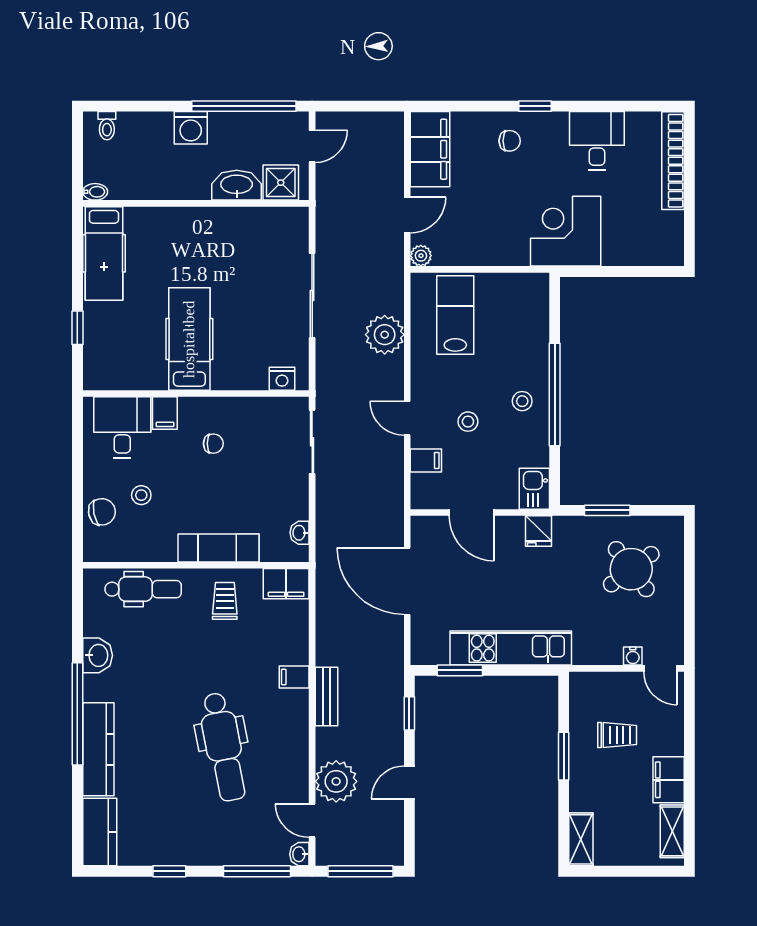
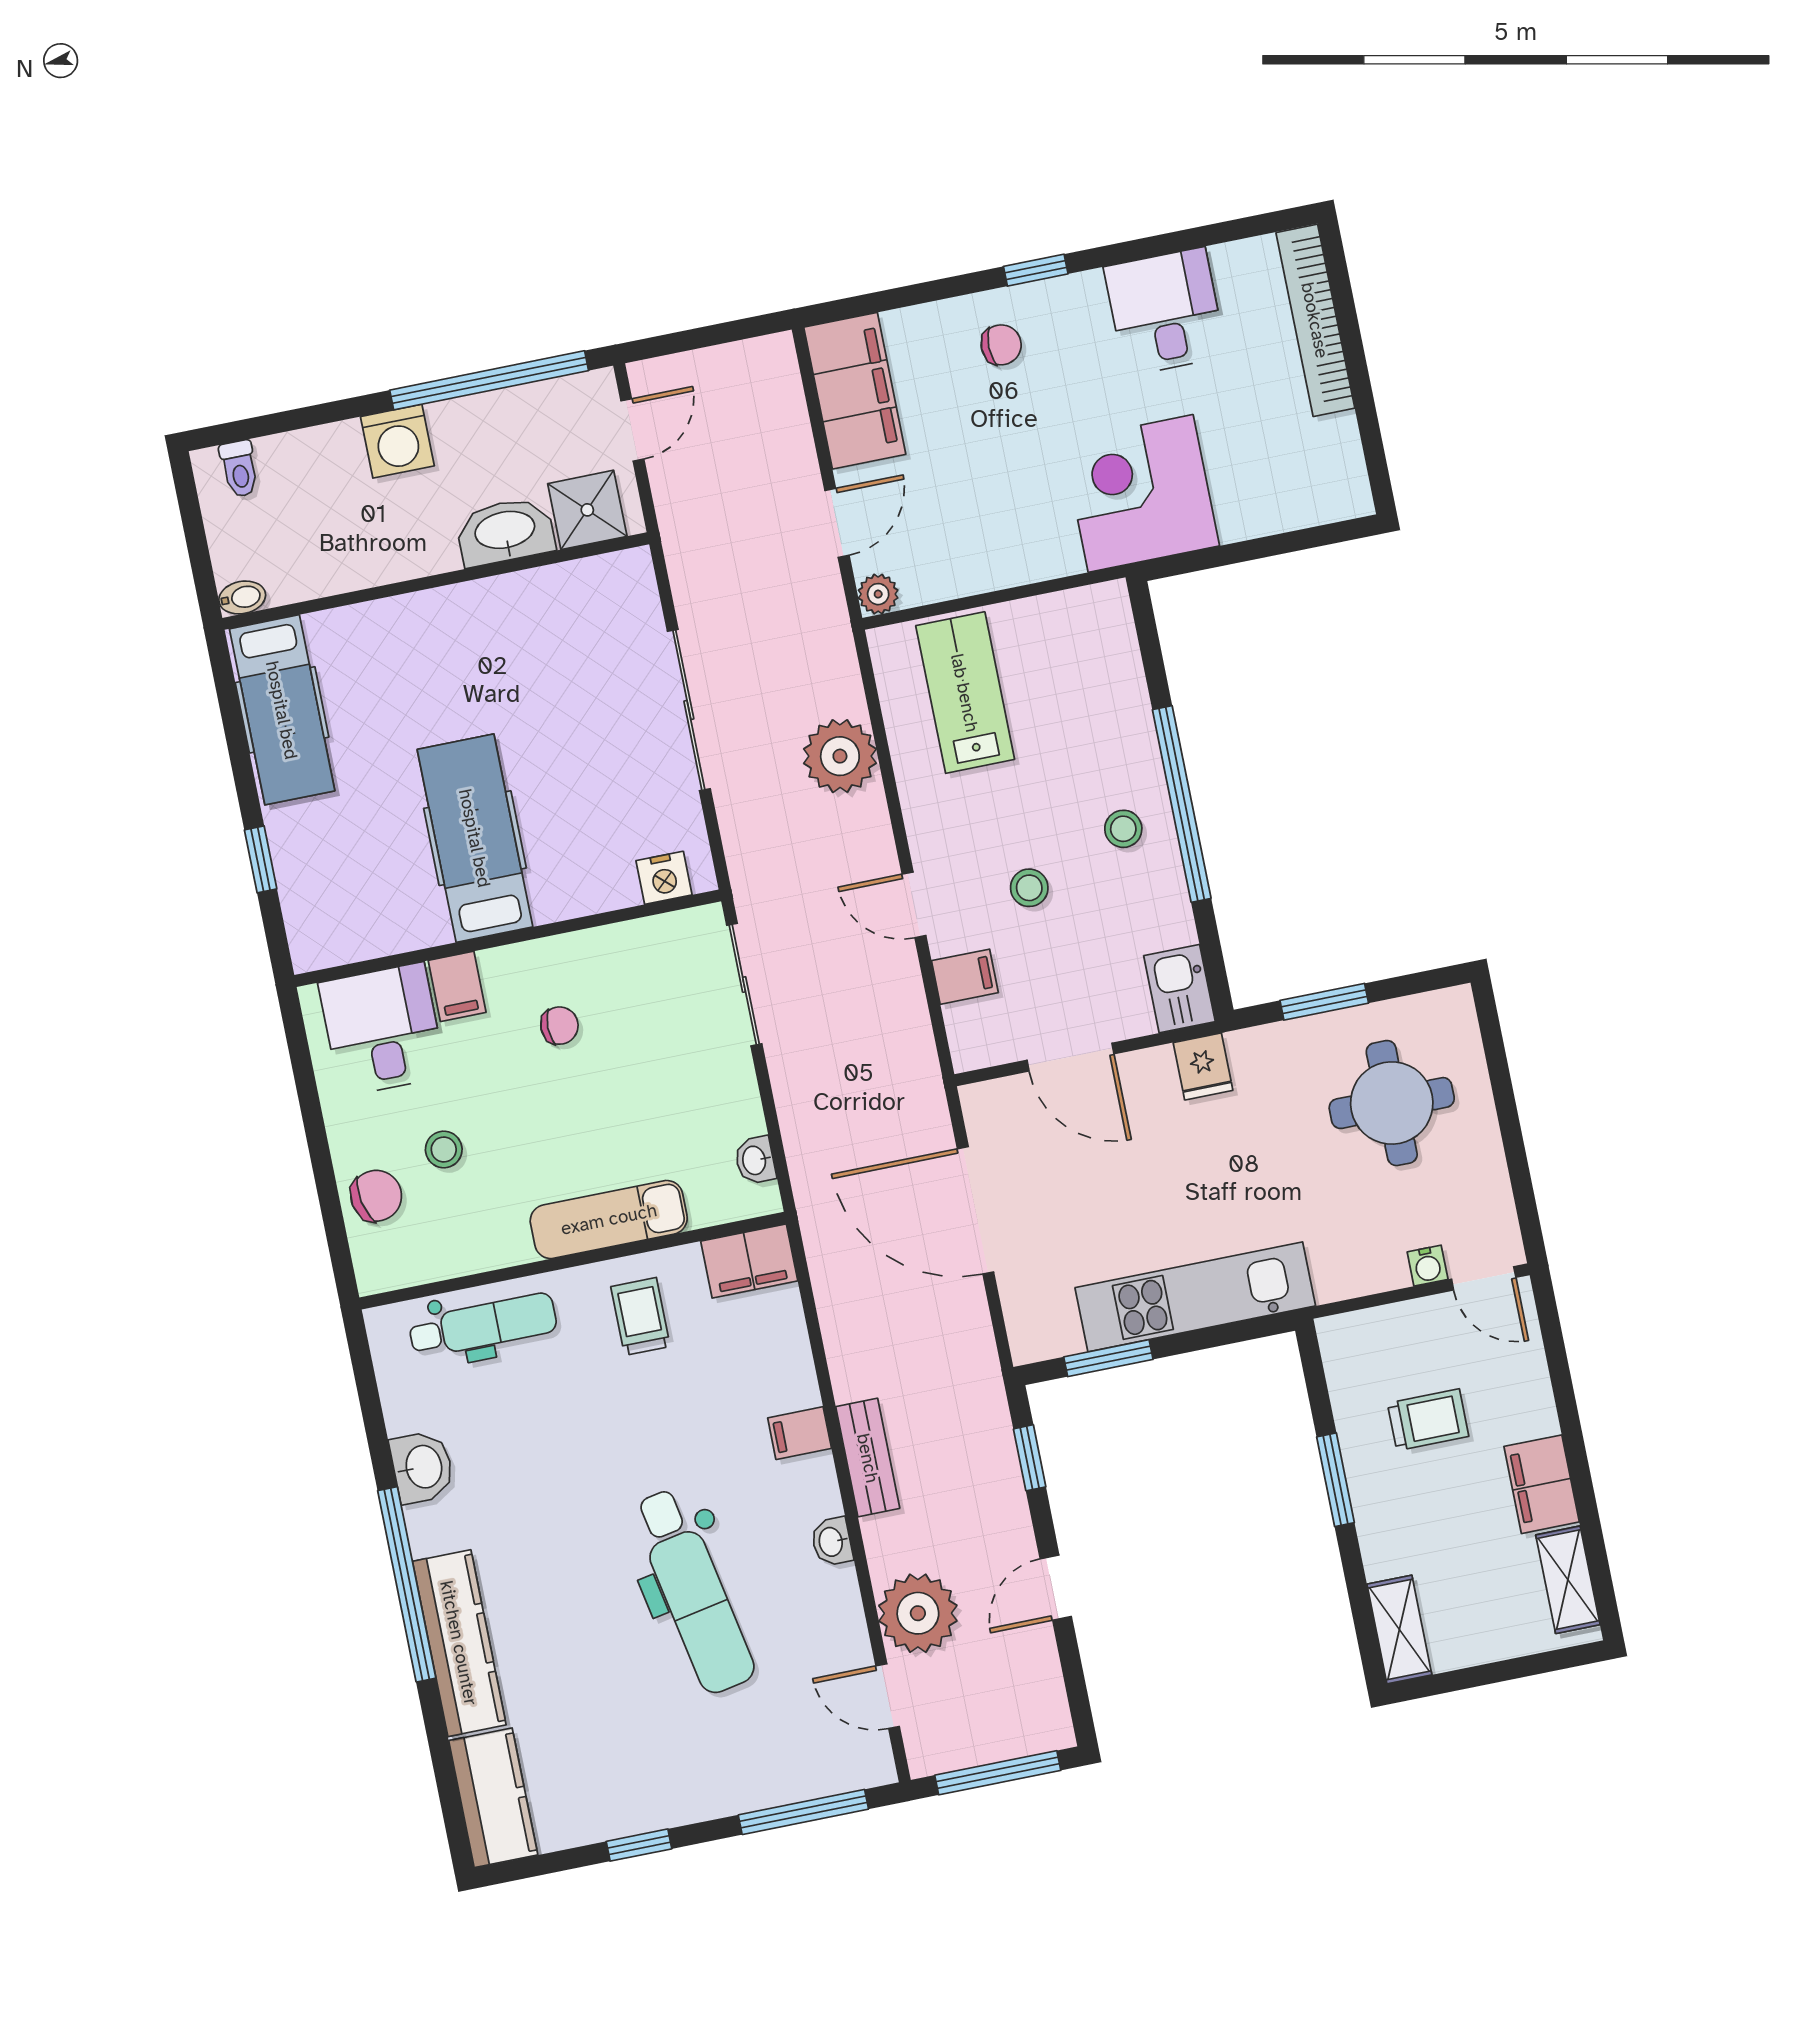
round table: (631, 569) -> (1392, 1103), turned 37
washbasin: (299, 854) -> (832, 1542), moved

